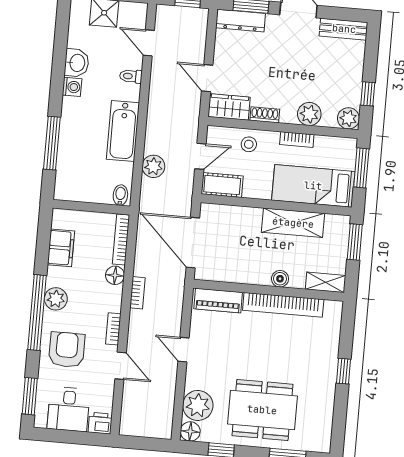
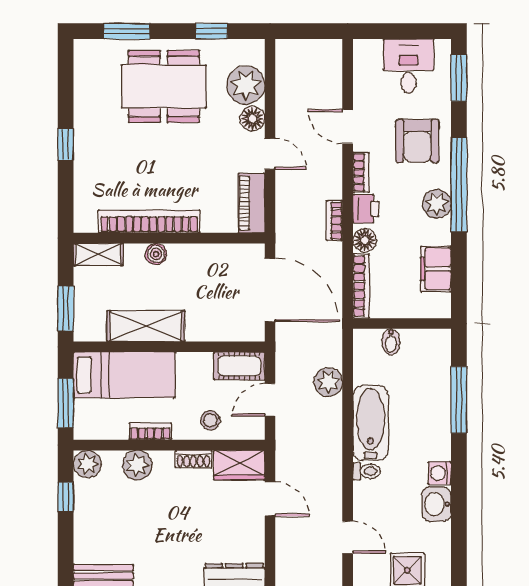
toilet: (131, 76) -> (367, 471), moved
bidet: (120, 195) -> (391, 342), moved
piano: (218, 301) -> (252, 203), moved, turned -90
printer: (100, 423) -> (366, 209), moved, turned -90
floor lamp: (190, 431) -> (252, 119), moved

